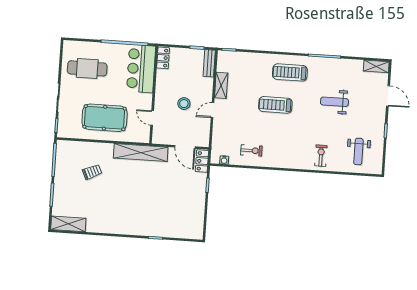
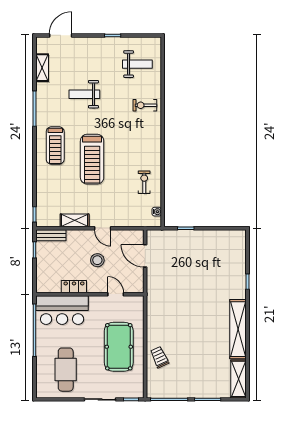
locker: (163, 58) -> (74, 287), moved
shelving: (376, 66) -> (42, 68), moved
door: (388, 96) -> (61, 35), moved
weight bench: (334, 102) -> (84, 94), turned 90
treadmill: (275, 105) -> (92, 159), width x1.37, depth x1.38
door: (152, 118) -> (116, 294), swing flipped
door: (185, 147) -> (145, 256), swing flipped
shelving: (141, 153) -> (238, 329), moved
locker: (202, 161) -> (159, 236), removed
trolley: (92, 172) -> (159, 357), moved

